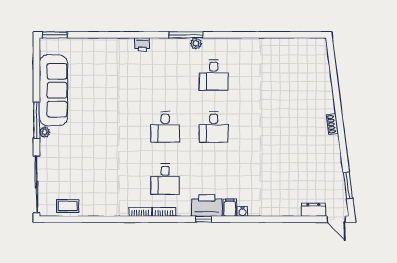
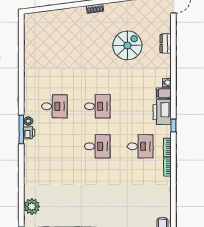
printer: (142, 44) -> (29, 133), moved
plant: (92, 47) -> (32, 207), added
spiral stairs: (288, 164) -> (127, 45), added
dresser: (313, 210) -> (166, 44), moved
window: (204, 219) -> (173, 126), moved

